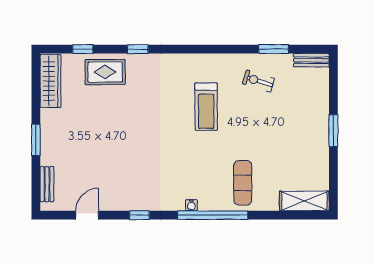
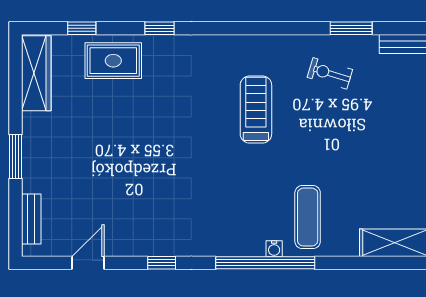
treadmill: (206, 107) -> (256, 110), turned 180
water cooler: (191, 205) -> (274, 249), moved

